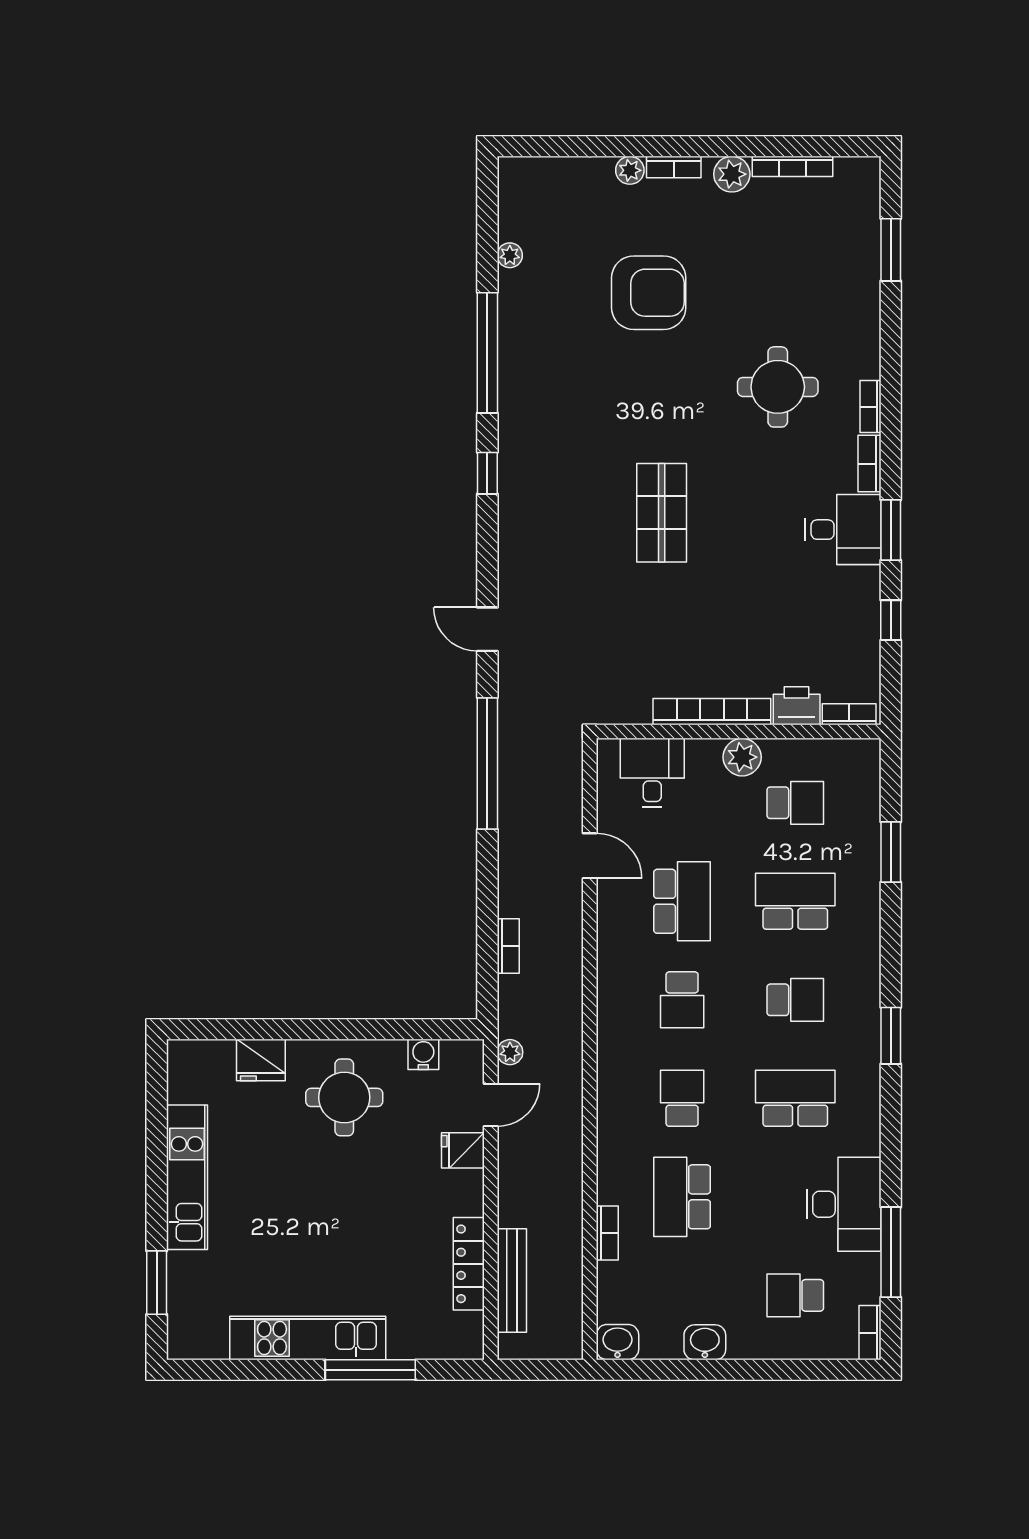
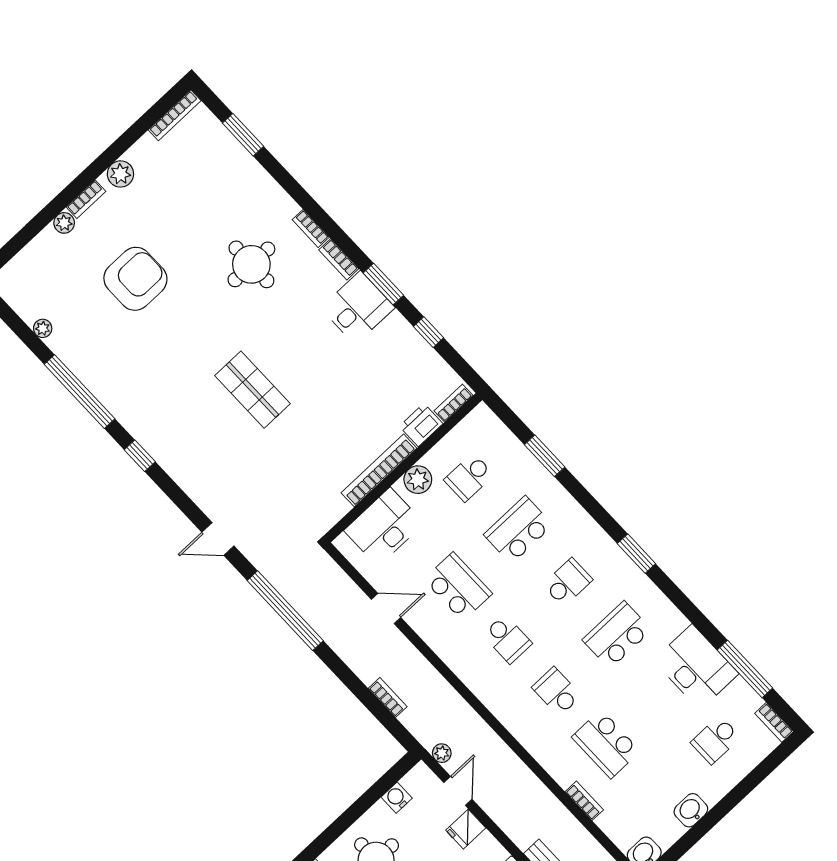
bookcase: (792, 166) -> (175, 115), moved
desk: (652, 773) -> (384, 527), width x1.37
school desk: (795, 803) -> (469, 477), turned 180

